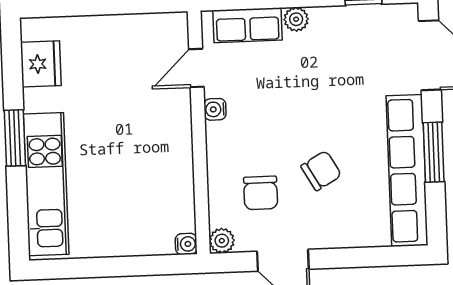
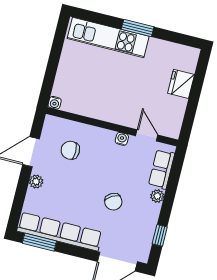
fridge: (41, 64) -> (181, 84), moved, turned 90
window: (434, 152) -> (39, 242), moved
chair: (321, 171) -> (113, 202), moved
plant: (222, 241) -> (36, 182), moved

